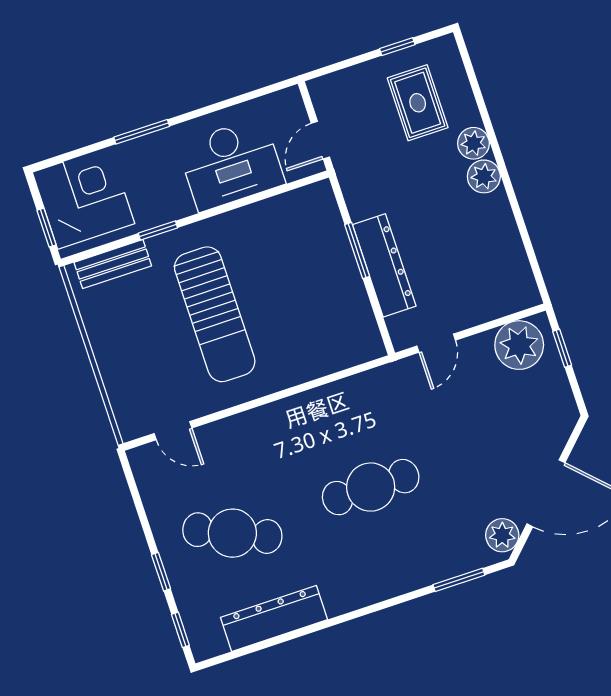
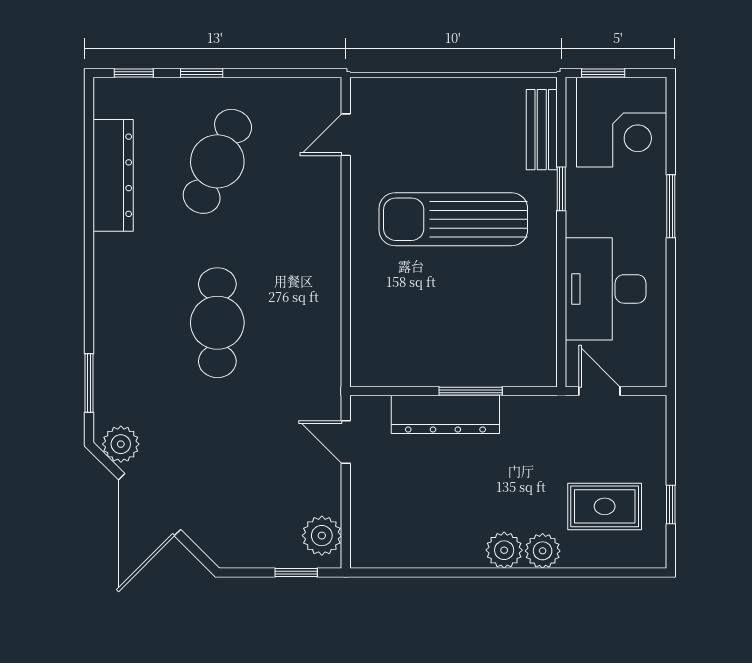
plant: (519, 345) -> (322, 536), width x0.73, depth x0.73

